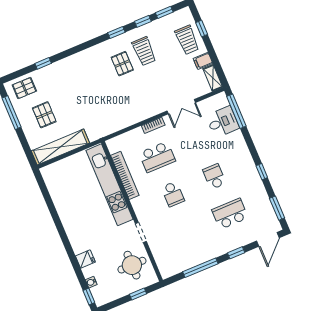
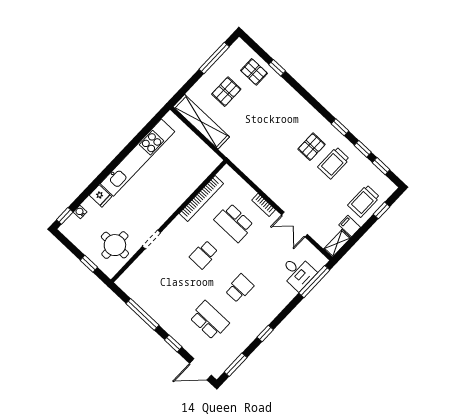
pallet: (24, 88) -> (254, 72), moved
kitchen unit: (109, 185) -> (137, 158), moved, turned 180

